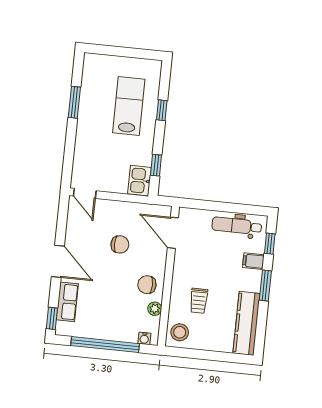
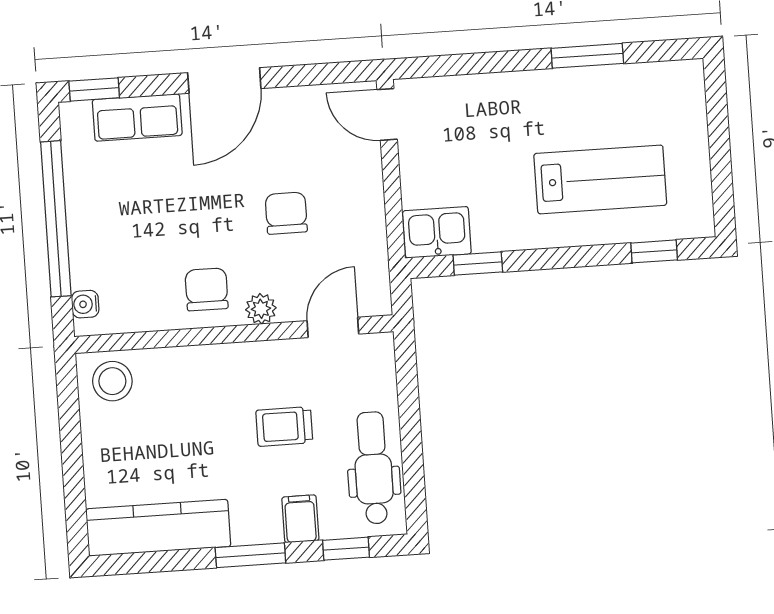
window: (162, 110) -> (654, 251), moved
door: (85, 193) -> (387, 114), hinge flipped
door: (173, 233) -> (333, 327), width x0.73
chair: (120, 244) -> (286, 213), turned 180
trolley: (199, 301) -> (284, 426), moved
plant: (155, 309) -> (261, 309), moved

